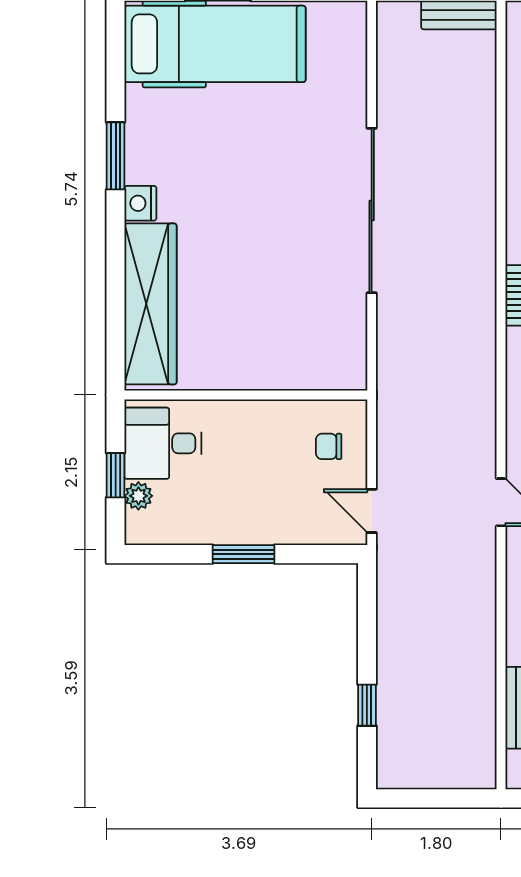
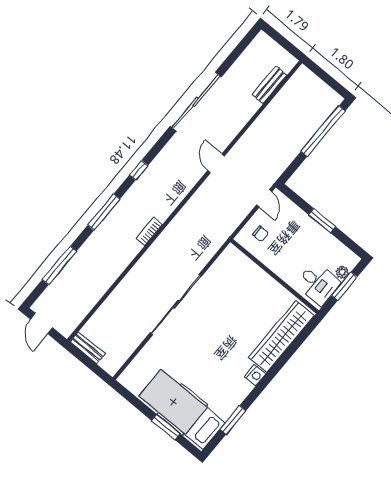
window: (116, 156) -> (233, 420), moved
window: (116, 475) -> (344, 286), width x1.50
window: (367, 705) -> (323, 131), width x3.17

